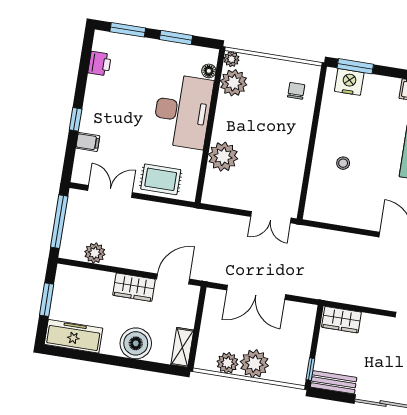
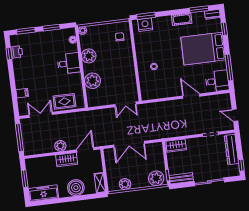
plant: (234, 83) -> (89, 56), moved
desk: (183, 111) -> (69, 63), width x0.53, depth x0.77
window: (76, 119) -> (9, 54), moved
plant: (95, 253) -> (60, 146), moved
plant: (254, 364) -> (156, 178), moved

